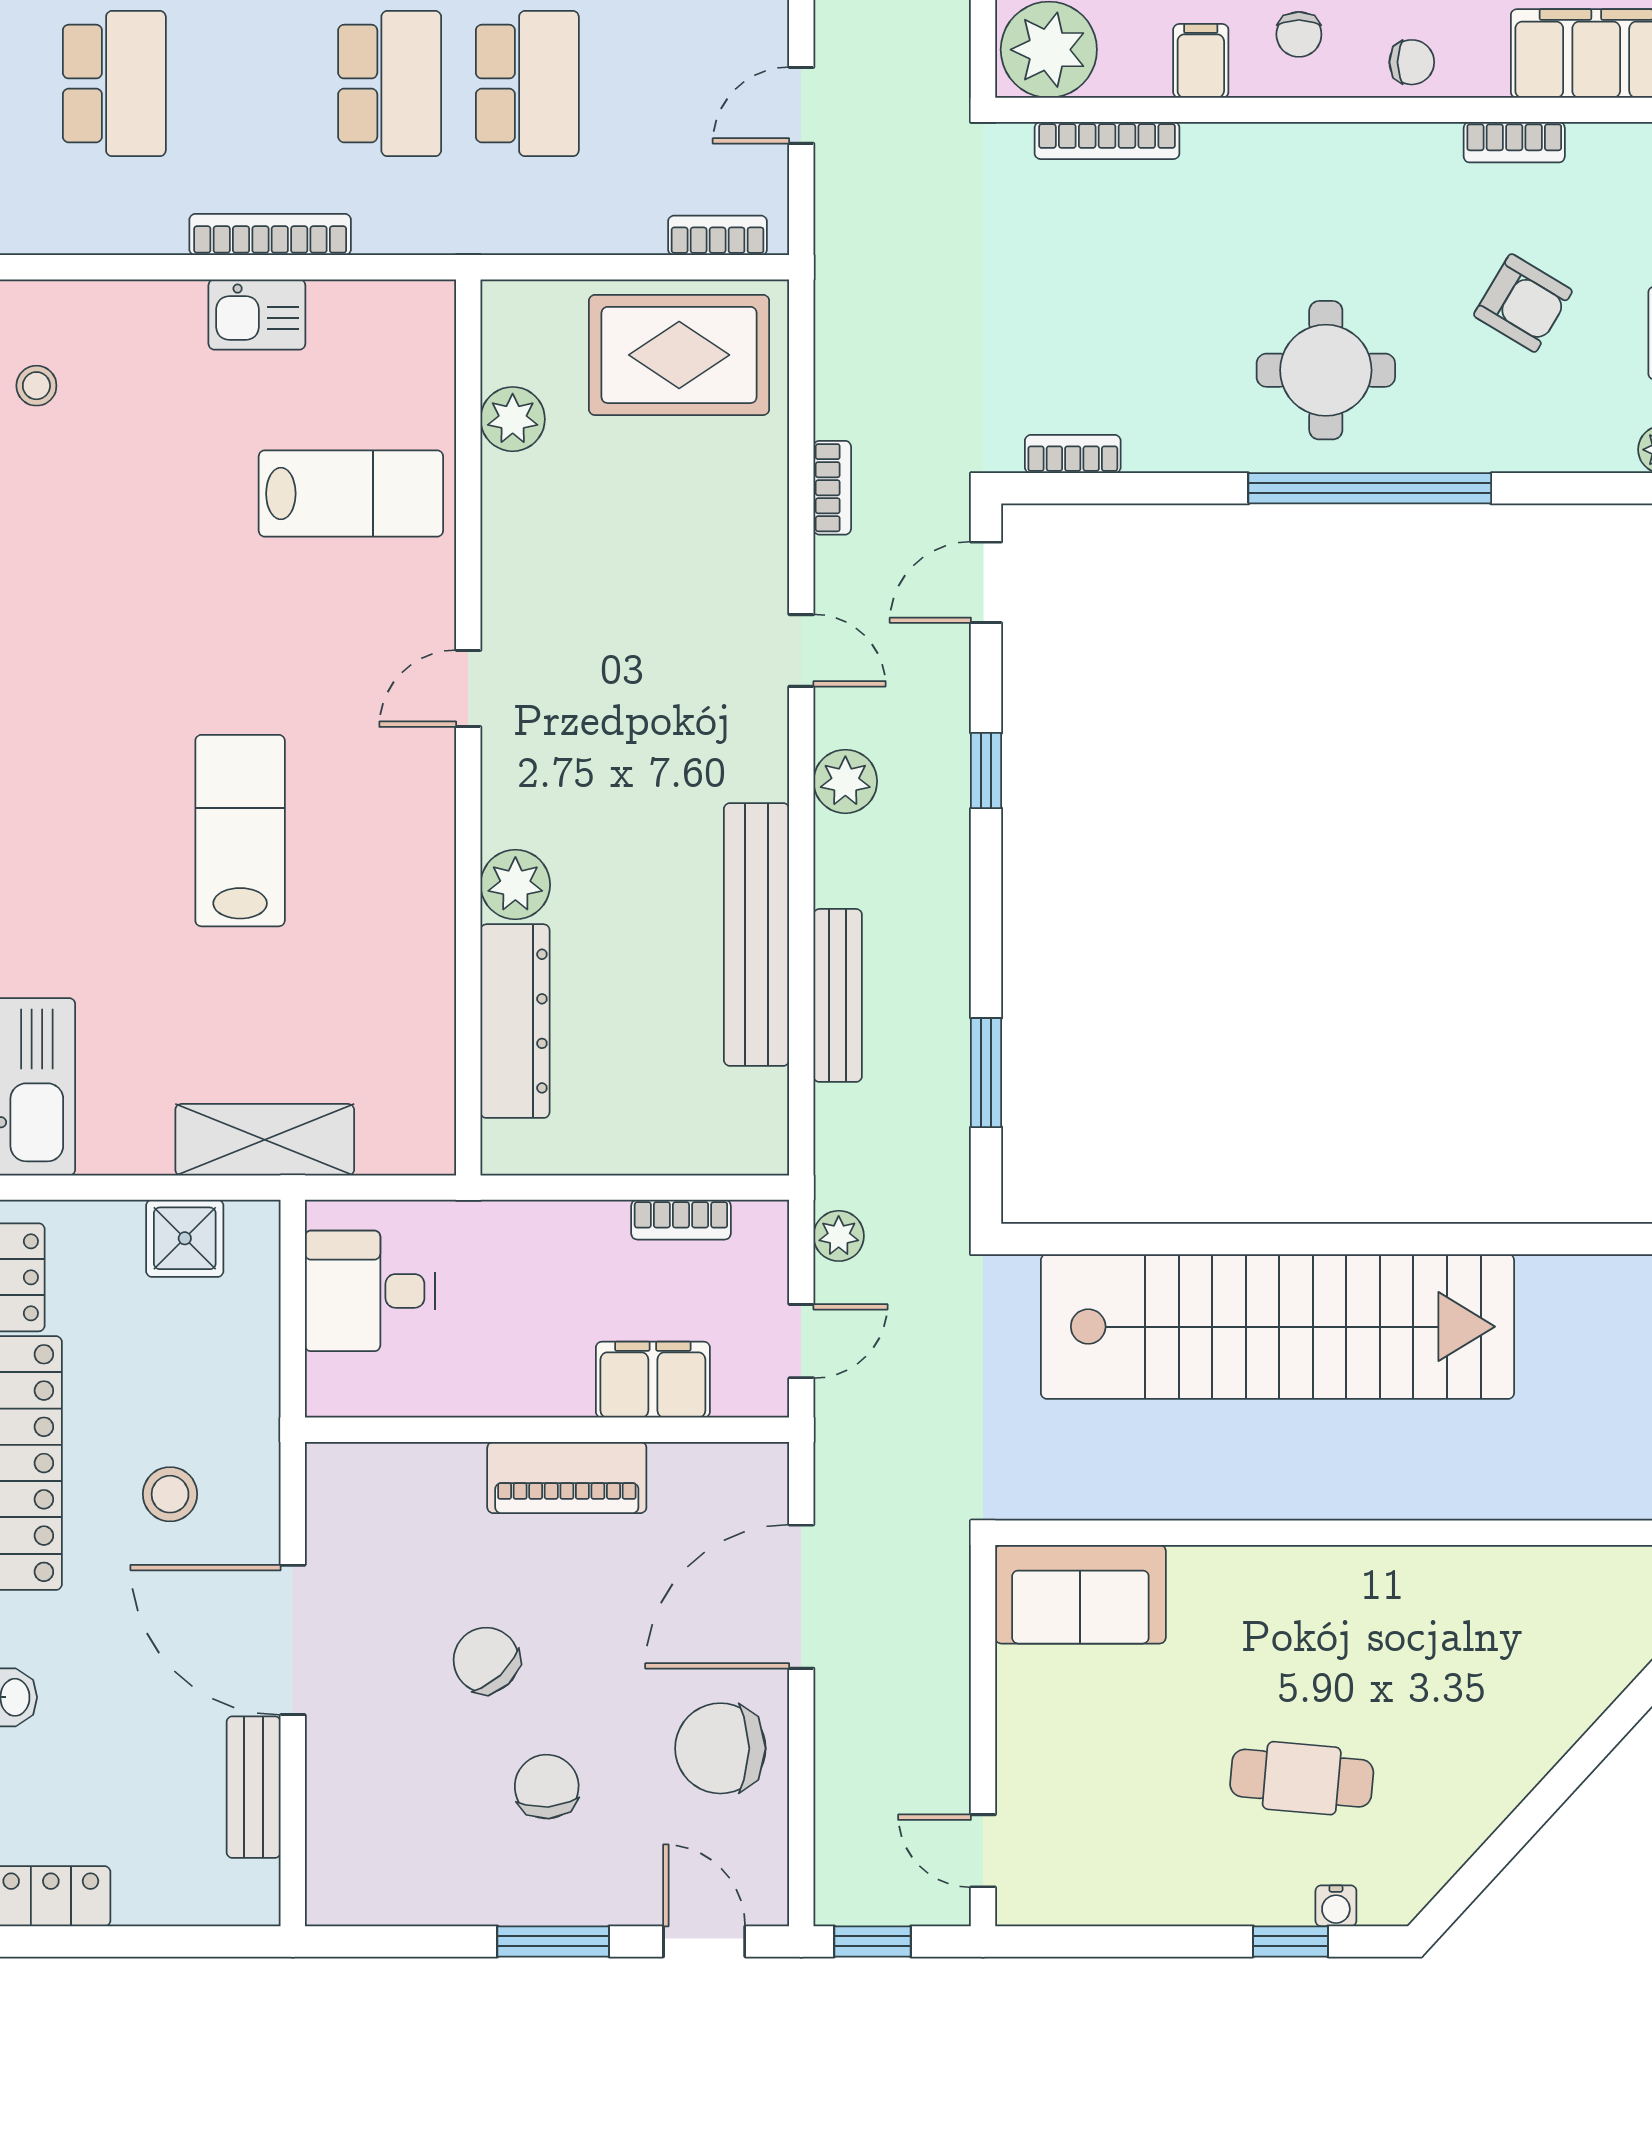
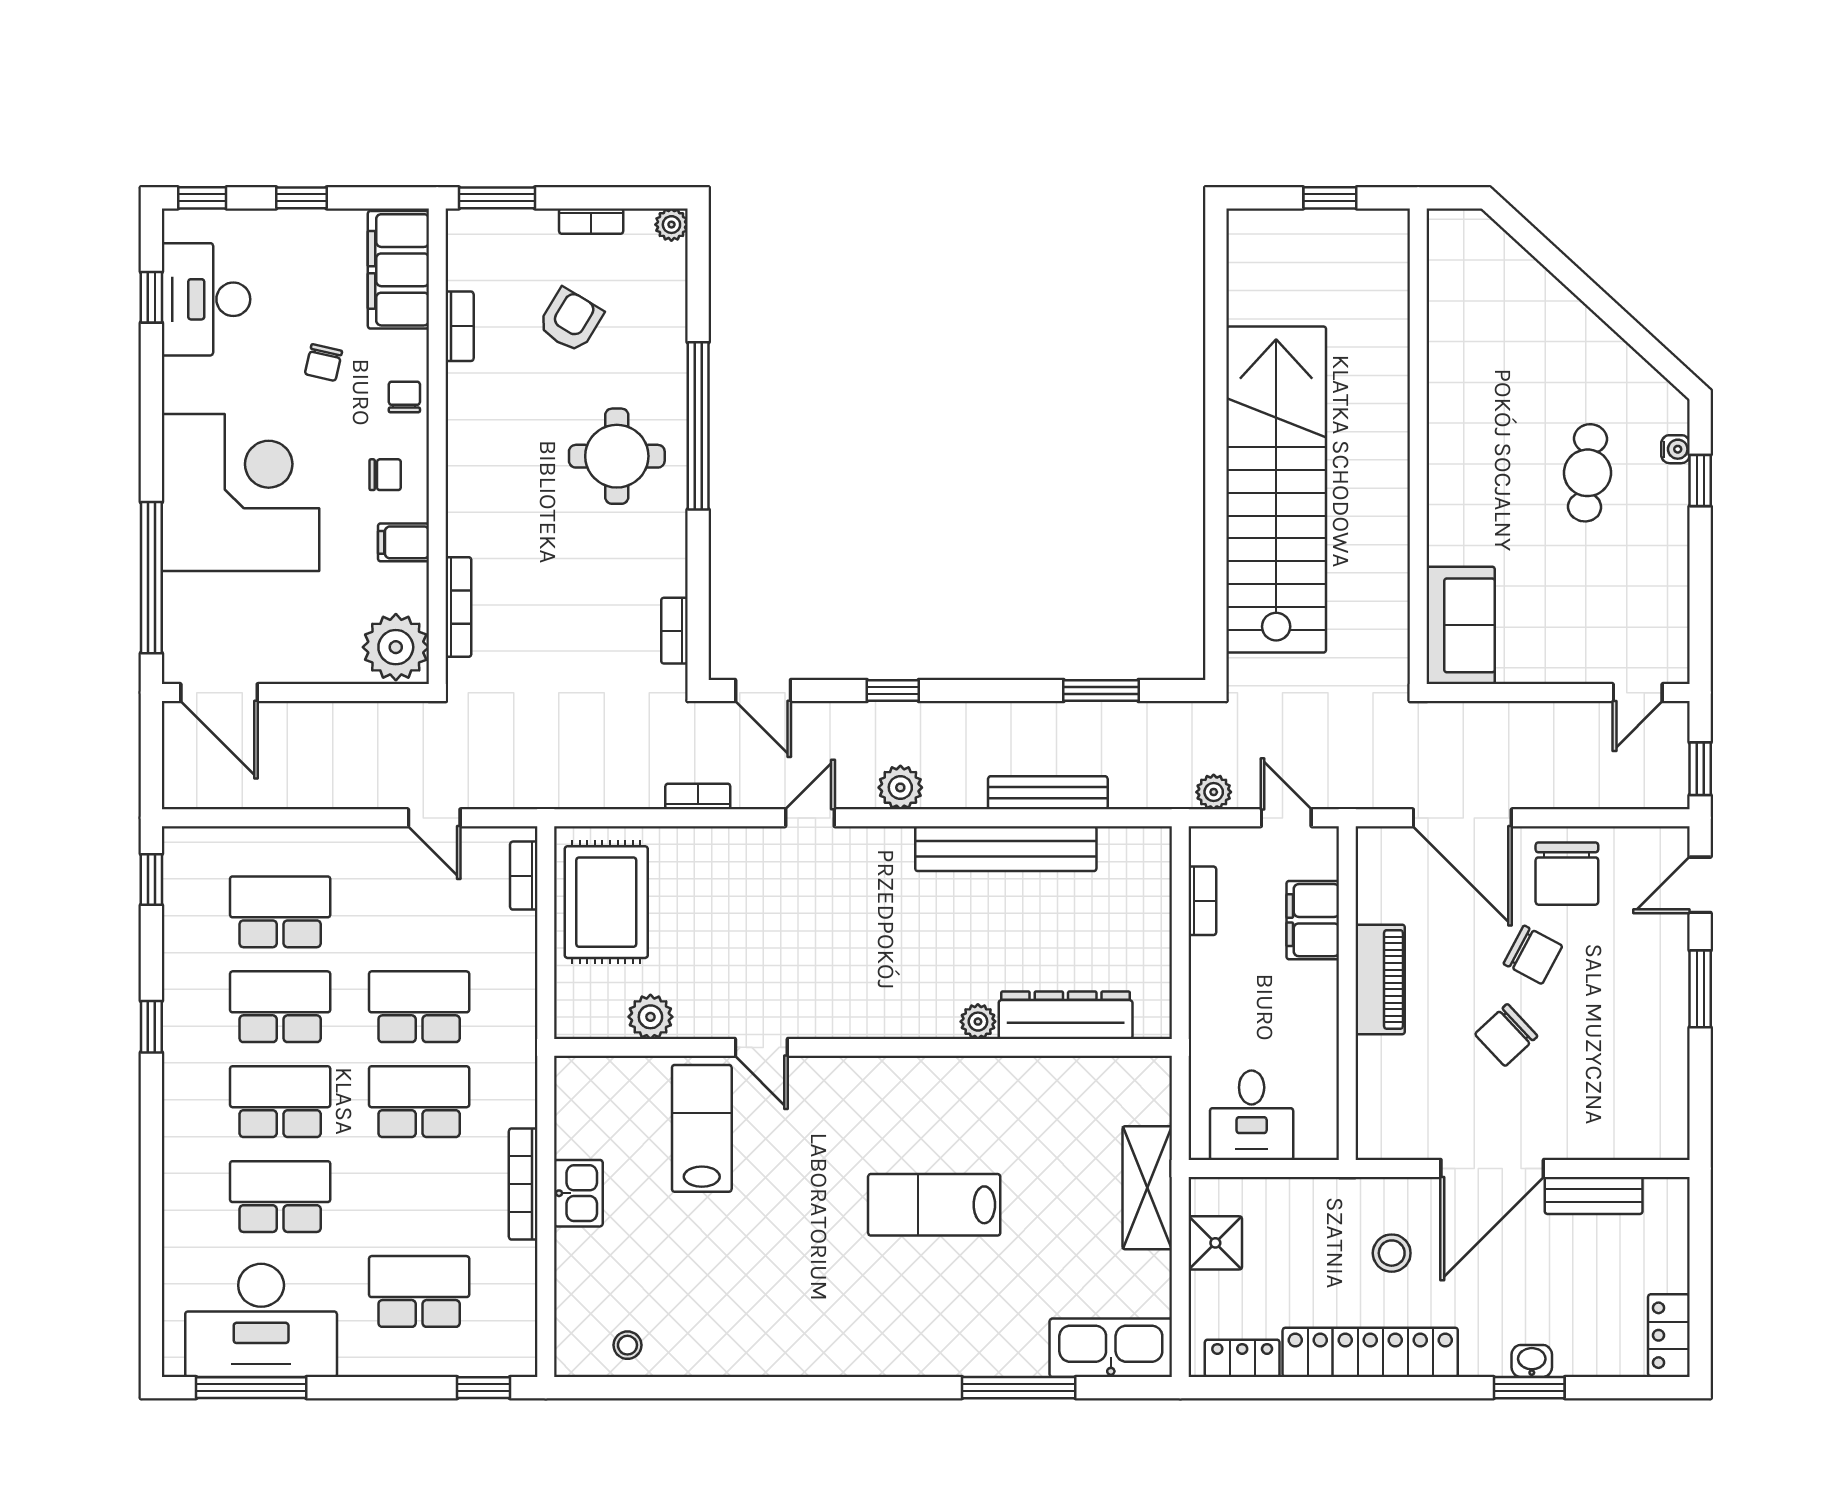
door: (468, 688) -> (761, 1047), moved
plant: (515, 885) -> (978, 1022), width x0.73, depth x0.73
chair: (547, 1787) -> (1533, 955), moved, turned -148

